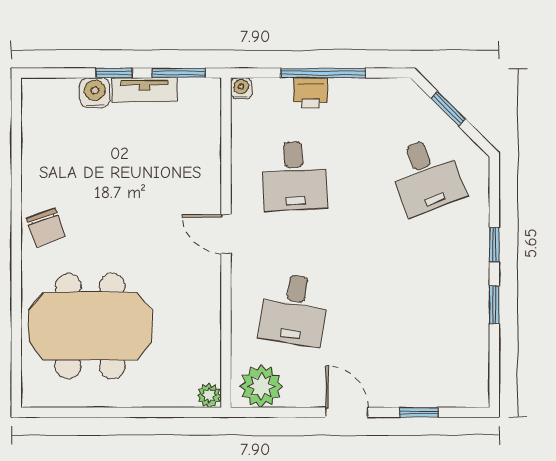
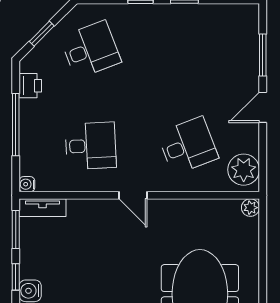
tv unit: (144, 90) -> (42, 208), moved, turned 90
printer: (311, 93) -> (30, 86), moved
door: (226, 234) -> (133, 195), hinge flipped
desk: (294, 310) -> (188, 146), turned -30
window: (419, 412) -> (263, 55), width x1.50

